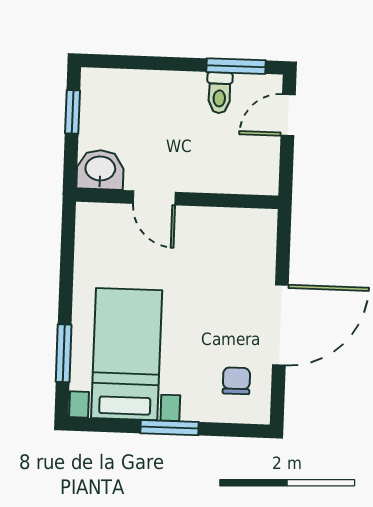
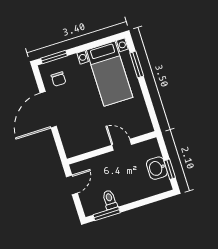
door: (288, 115) -> (72, 185), moved
washbasin: (100, 170) -> (157, 168), moved, turned 90
window: (169, 428) -> (54, 57), moved

